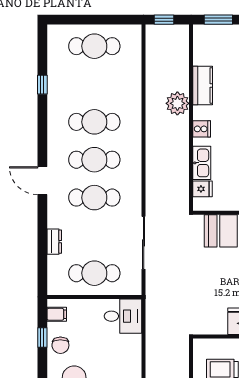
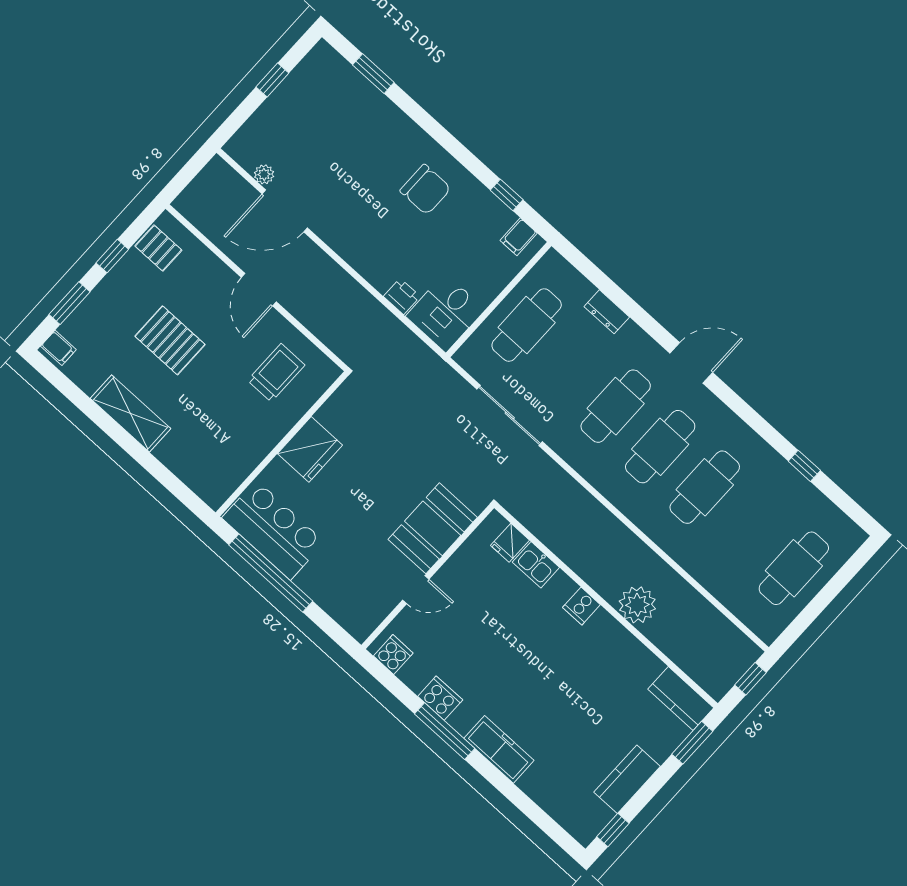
kitchen counter: (203, 85) -> (681, 698), moved
kitchen sink: (202, 163) -> (536, 565), width x0.73
printer: (134, 343) -> (402, 296), added
chair: (60, 345) -> (478, 208), removed

